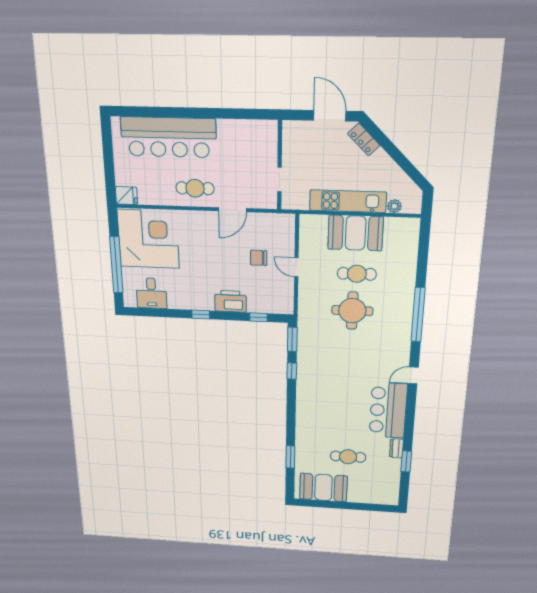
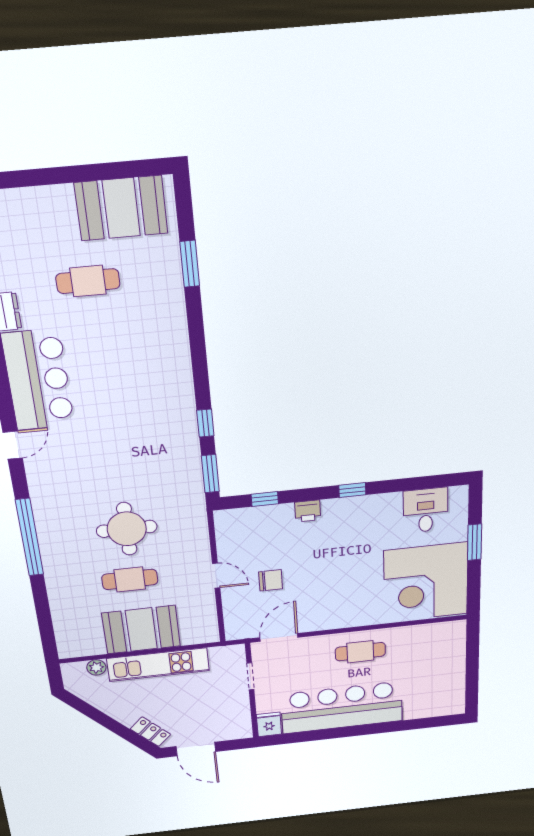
bar counter: (169, 137) -> (342, 708), moved
fridge: (126, 196) -> (269, 724), moved, turned 90
door: (232, 210) -> (279, 637), moved
window: (116, 265) -> (475, 542), width x0.47
printer: (230, 301) -> (308, 511), width x0.53, depth x0.68

